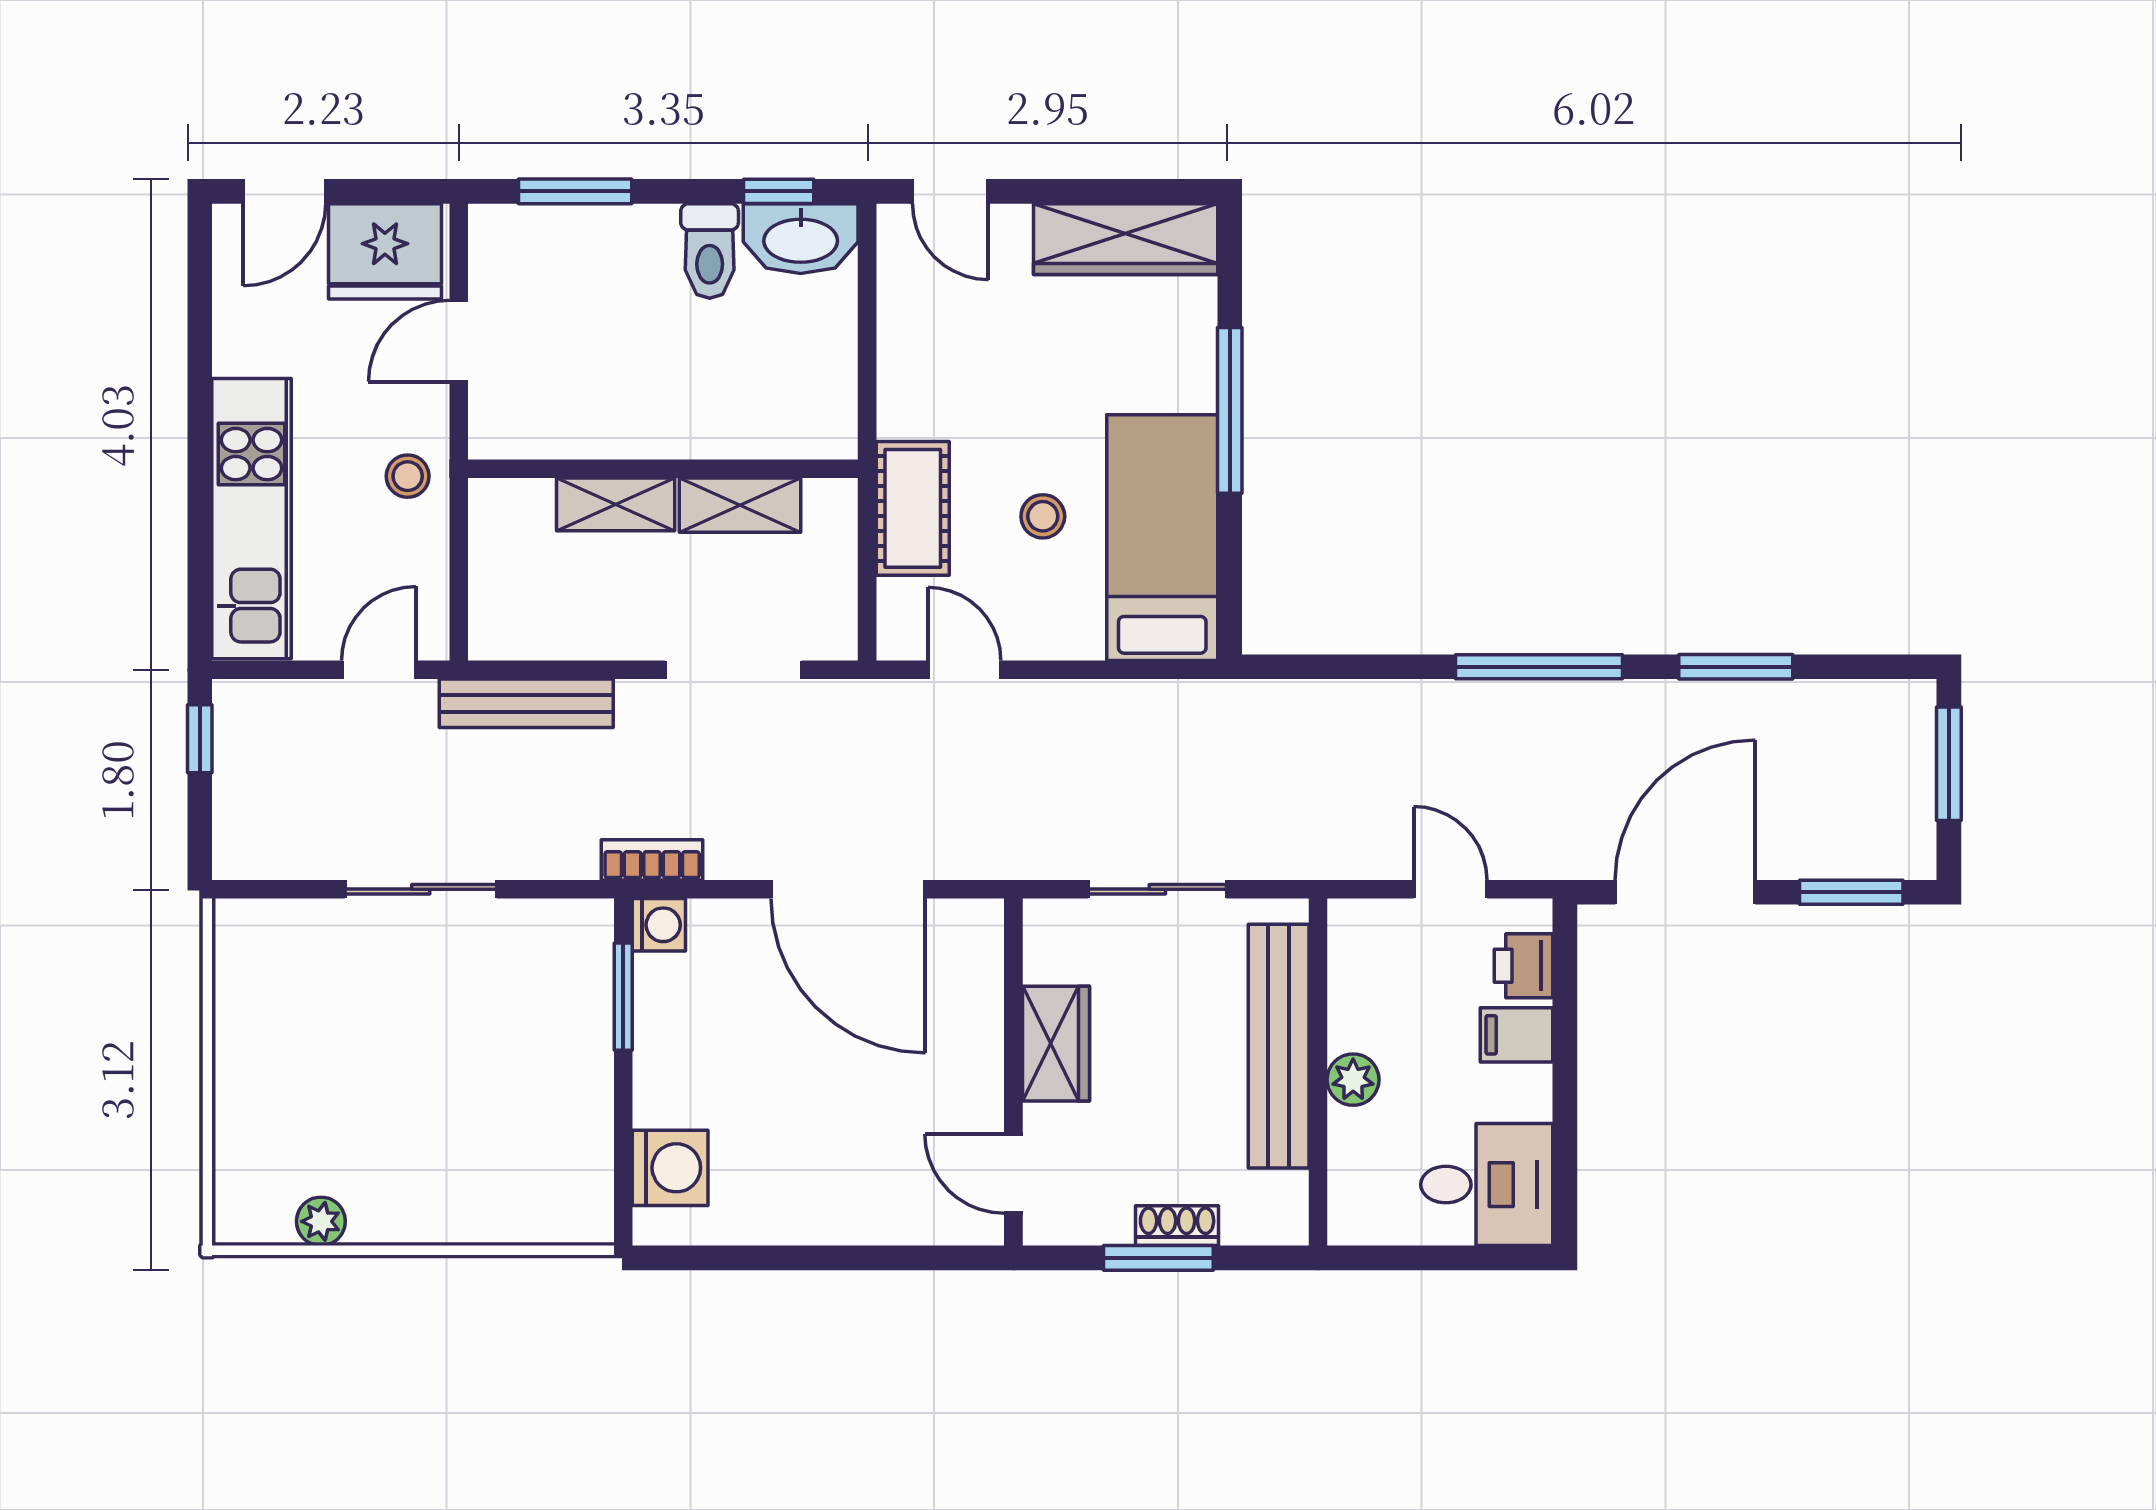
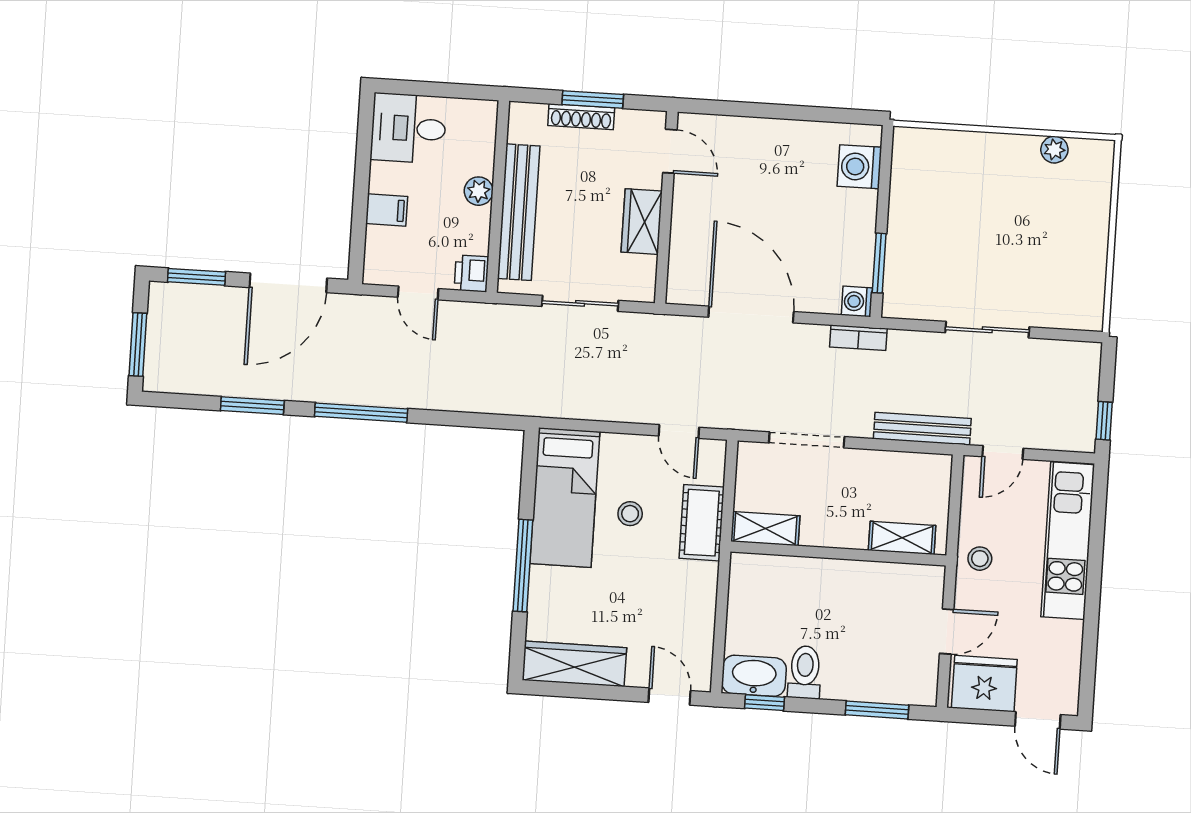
door: (284, 191) -> (1038, 720), swing flipped
shelving: (616, 504) -> (902, 538), moved
shelving: (740, 505) -> (765, 529), moved
printer: (1524, 966) -> (471, 273), moved, turned 180
shoe rack: (1177, 1226) -> (581, 117), width x1.43

